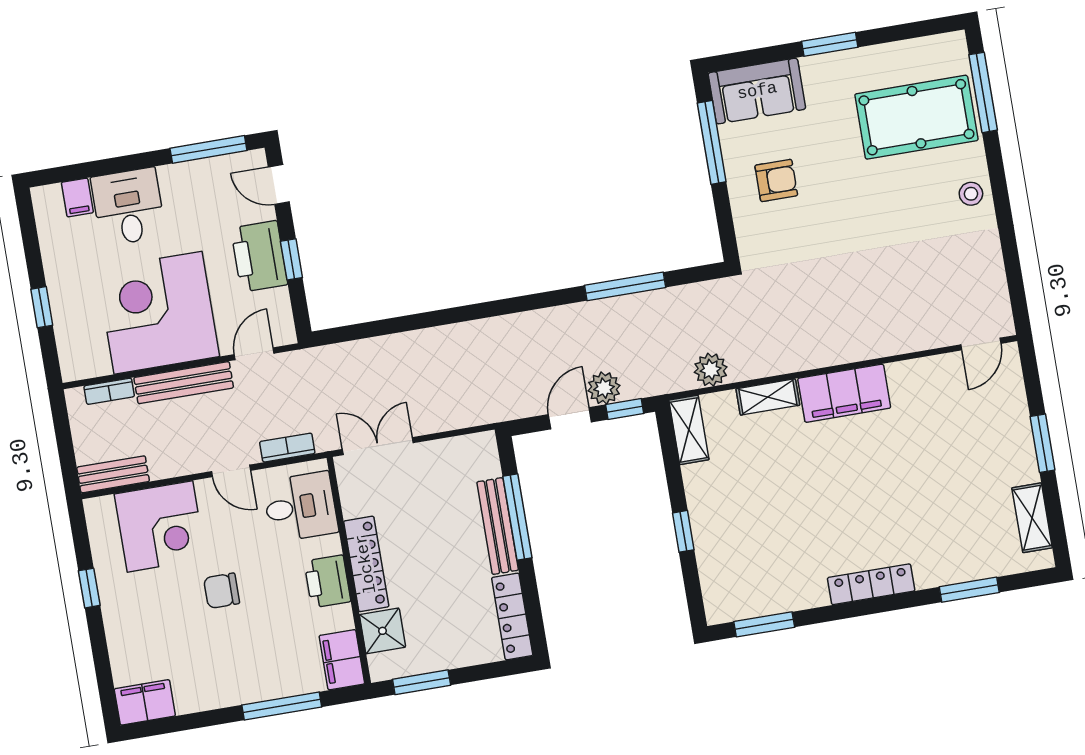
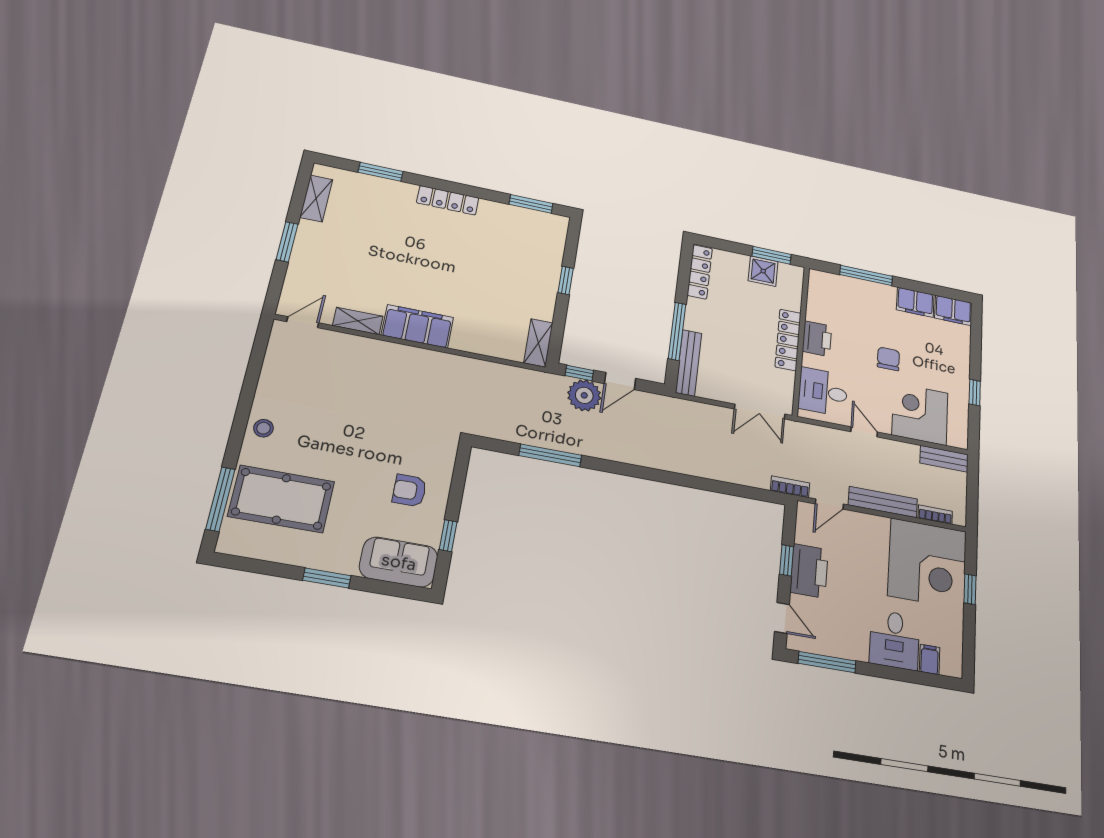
window: (712, 142) -> (448, 536), width x0.46
corner desk: (158, 313) -> (927, 563), moved
plant: (711, 370) -> (508, 377), removed
plant: (604, 388) -> (584, 395), width x1.36, depth x1.36
shelving: (768, 397) -> (358, 321), moved
bookcase: (287, 448) -> (790, 487), moved, turned 180
bench: (498, 526) -> (689, 363), moved
chair: (222, 591) -> (888, 359), turned -90
shower: (382, 631) -> (763, 271), moved
filing cabinet: (342, 660) -> (915, 302), moved, turned 90

